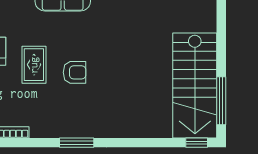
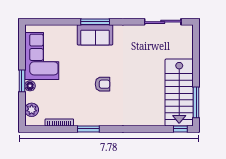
rug: (34, 65) -> (77, 79), removed
window: (77, 143) -> (88, 129), moved

